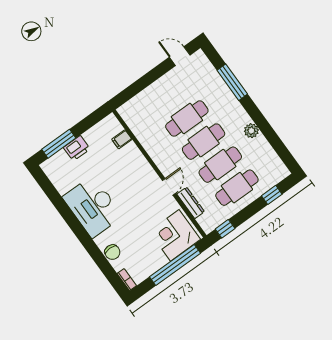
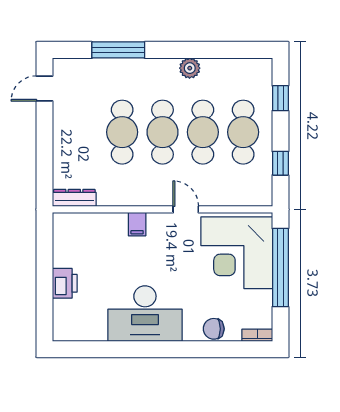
filing cabinet: (122, 139) -> (137, 224), moved
window: (59, 144) -> (45, 300), removed
dresser: (191, 203) -> (74, 198), moved
window: (225, 229) -> (280, 163), moved
corner desk: (175, 235) -> (237, 253), width x1.36, depth x1.36
chair: (112, 252) -> (214, 329), turned 180

